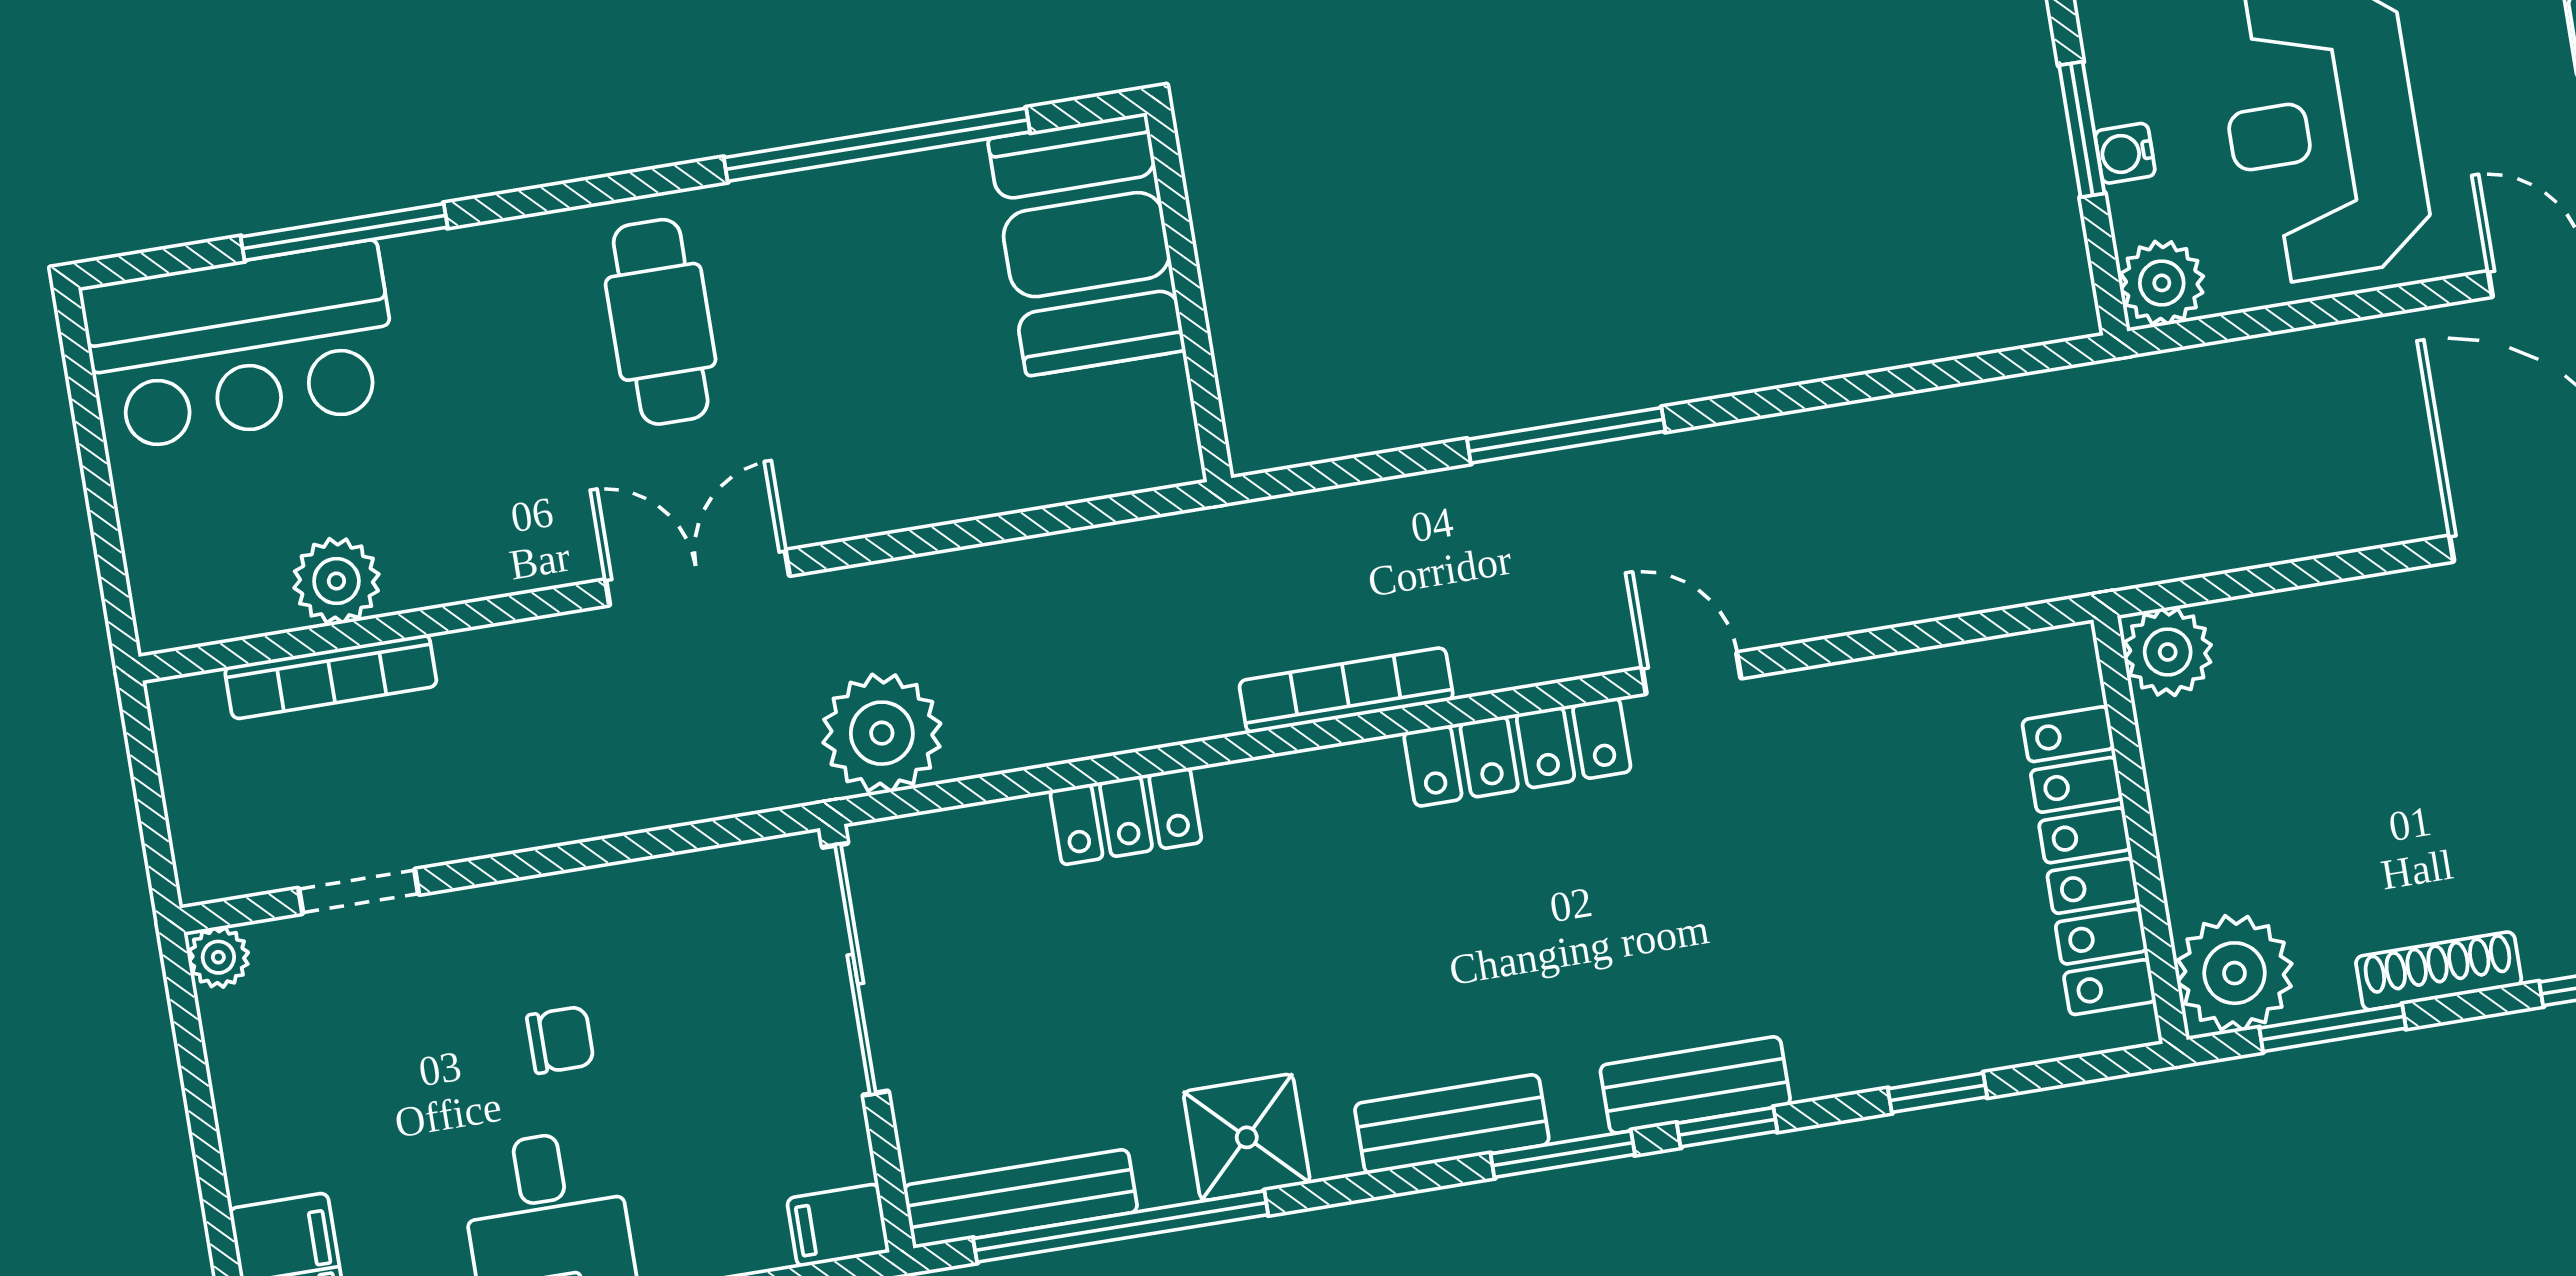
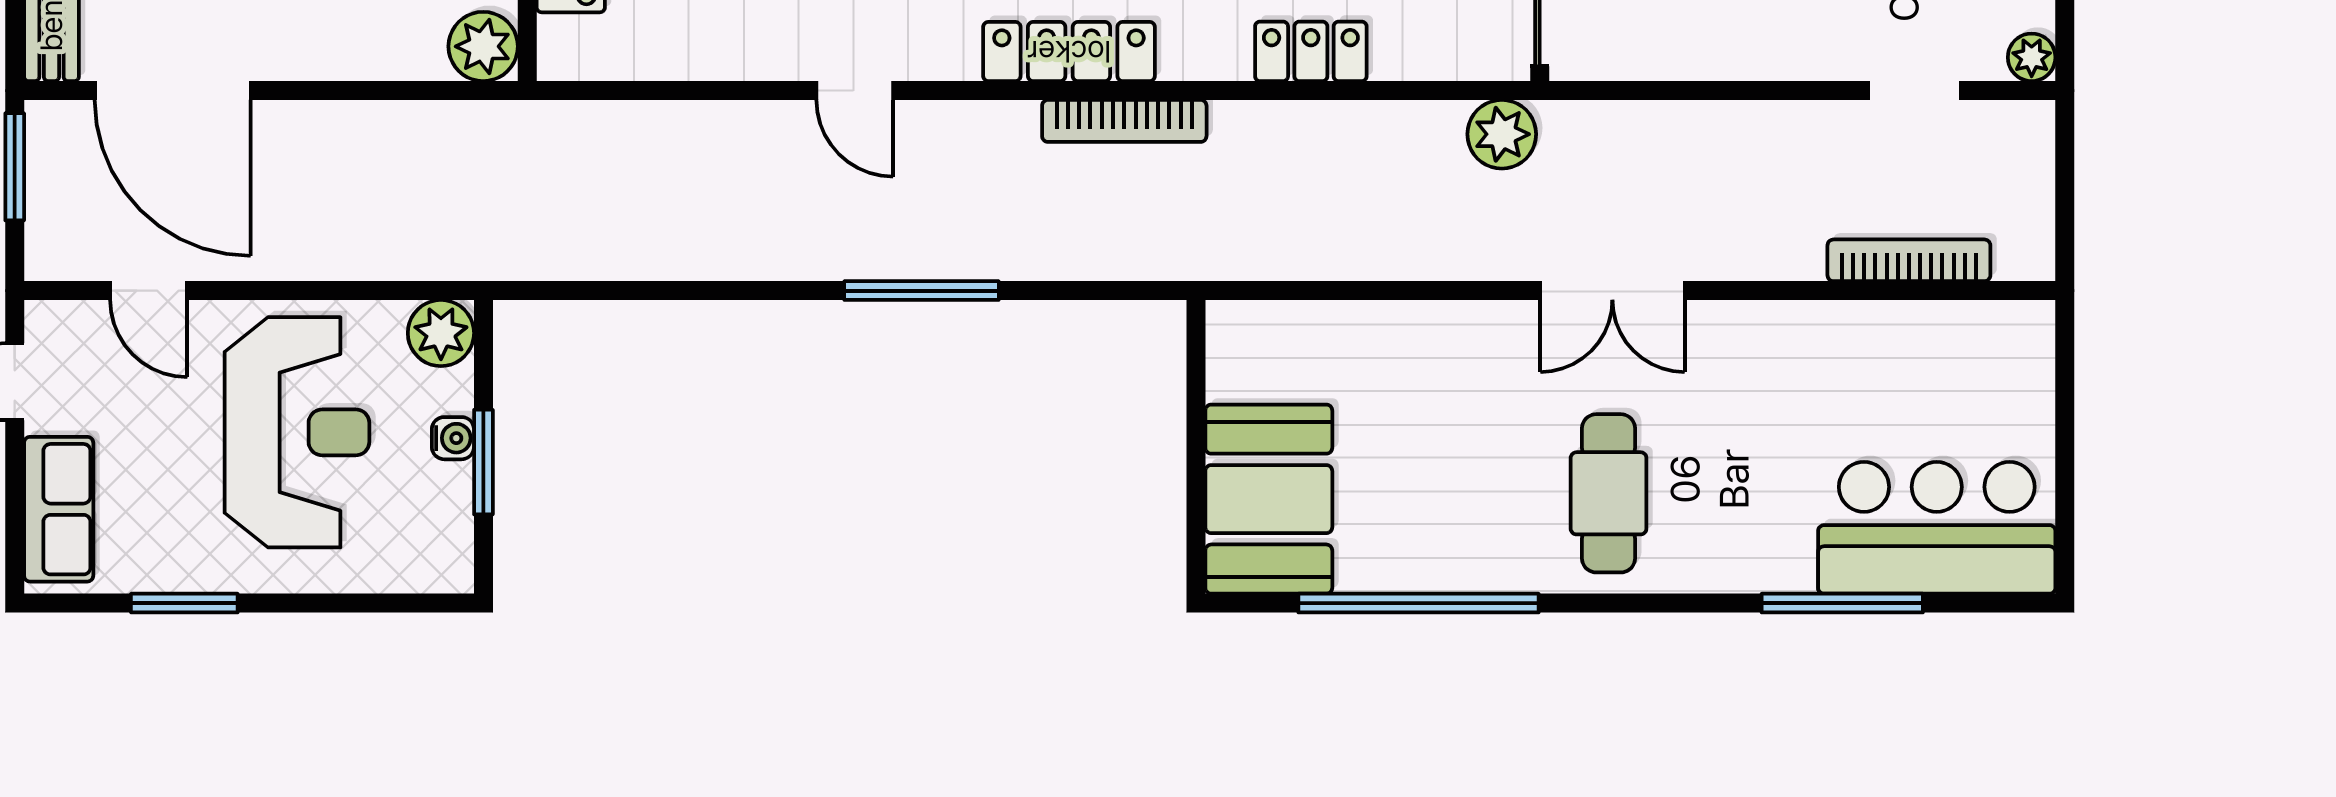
plant: (336, 581) -> (1892, 334), removed
plant: (882, 733) -> (1502, 134), width x0.73, depth x0.73
locker: (1517, 752) -> (1069, 52), moved

